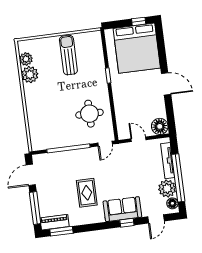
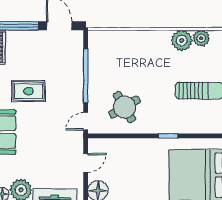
round table: (89, 114) -> (125, 107), turned -30
door: (105, 144) -> (86, 121), hinge flipped

